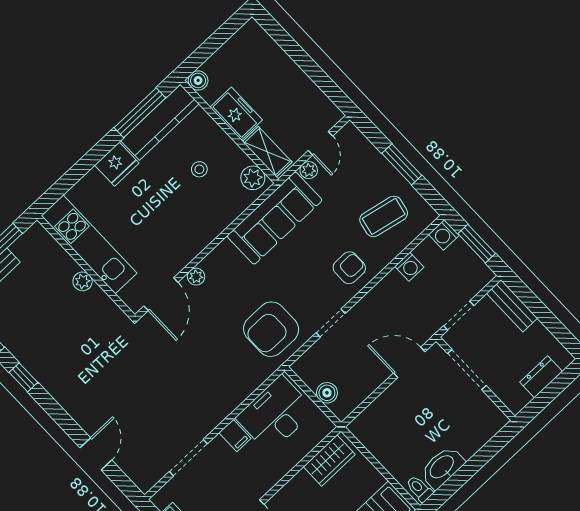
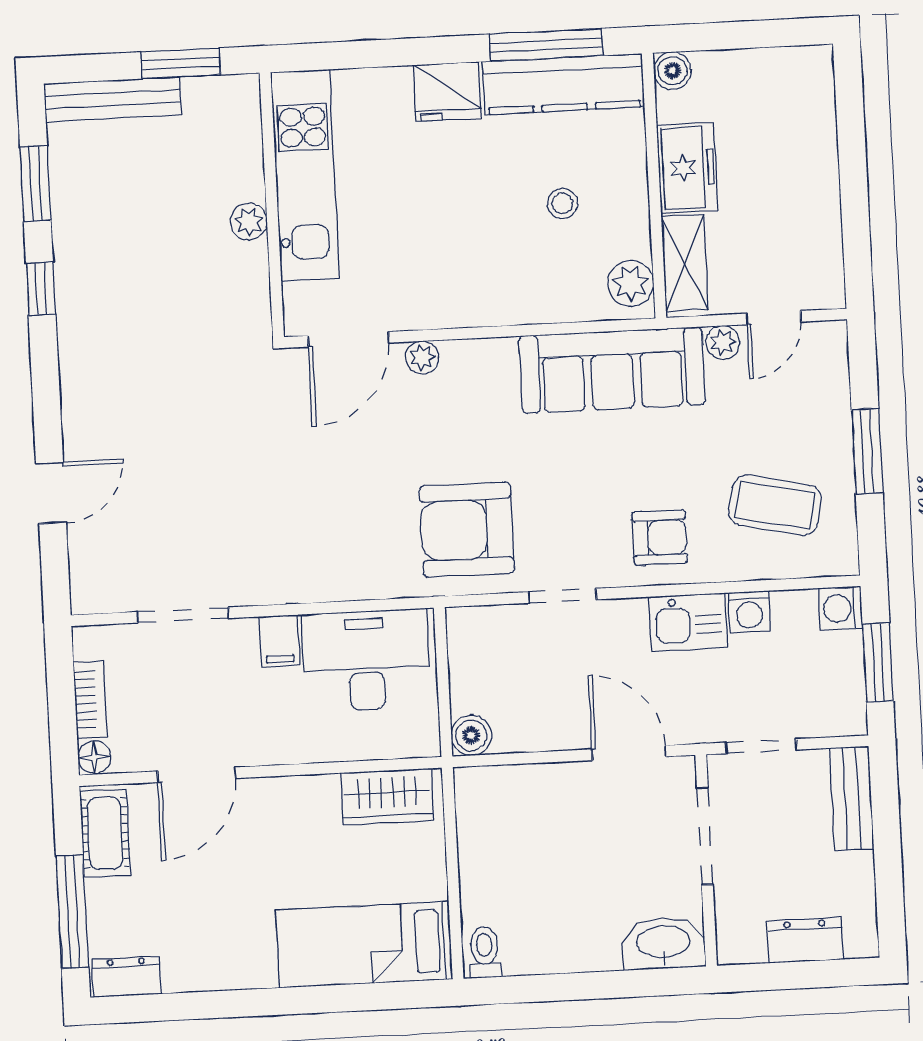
kitchen sink: (389, 291) -> (688, 622), added
boiler: (327, 393) -> (471, 735), moved
washbasin: (442, 467) -> (663, 943), moved

